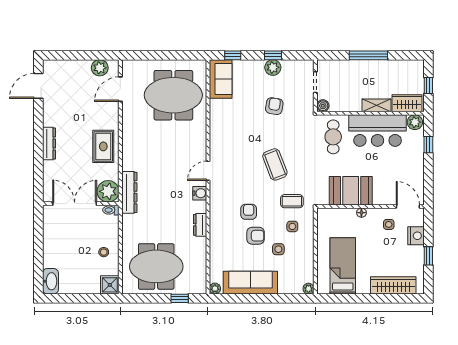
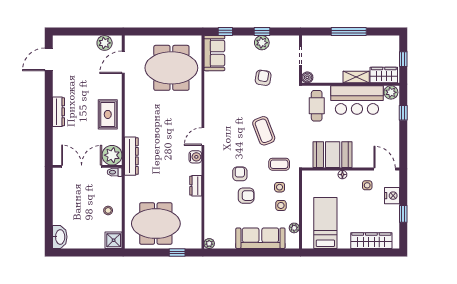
side table: (278, 249) -> (281, 205), moved
sofa: (250, 283) -> (260, 238), moved
plant: (308, 289) -> (294, 228), moved

